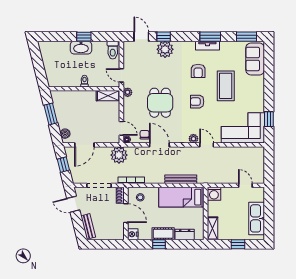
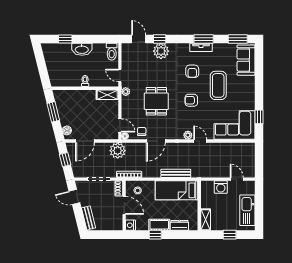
window: (84, 37) -> (65, 39), moved
door: (159, 145) -> (156, 141), swing flipped
washing machine: (214, 194) -> (221, 187), moved

